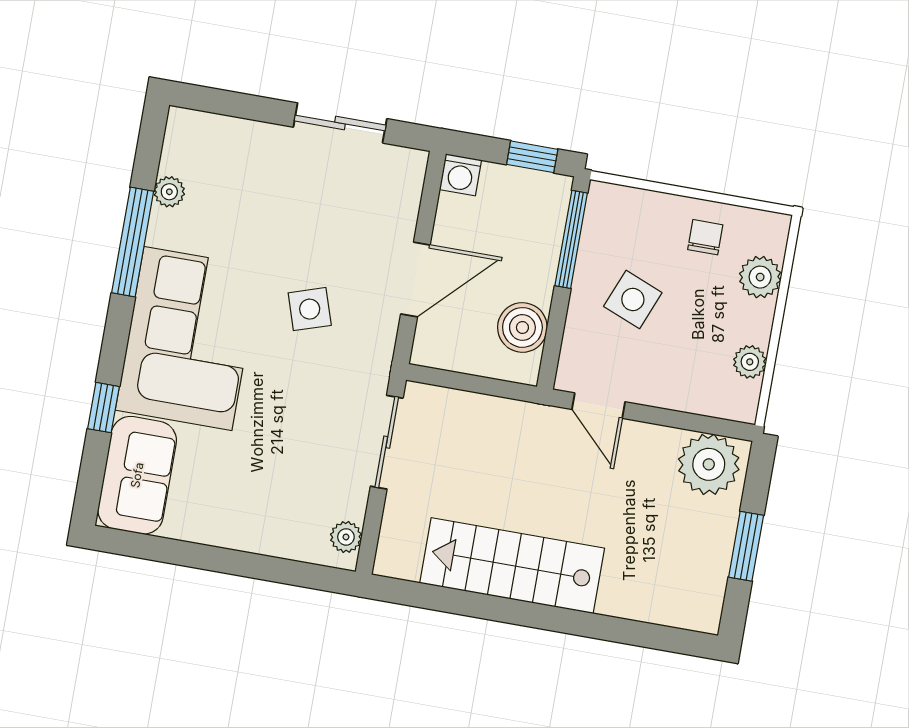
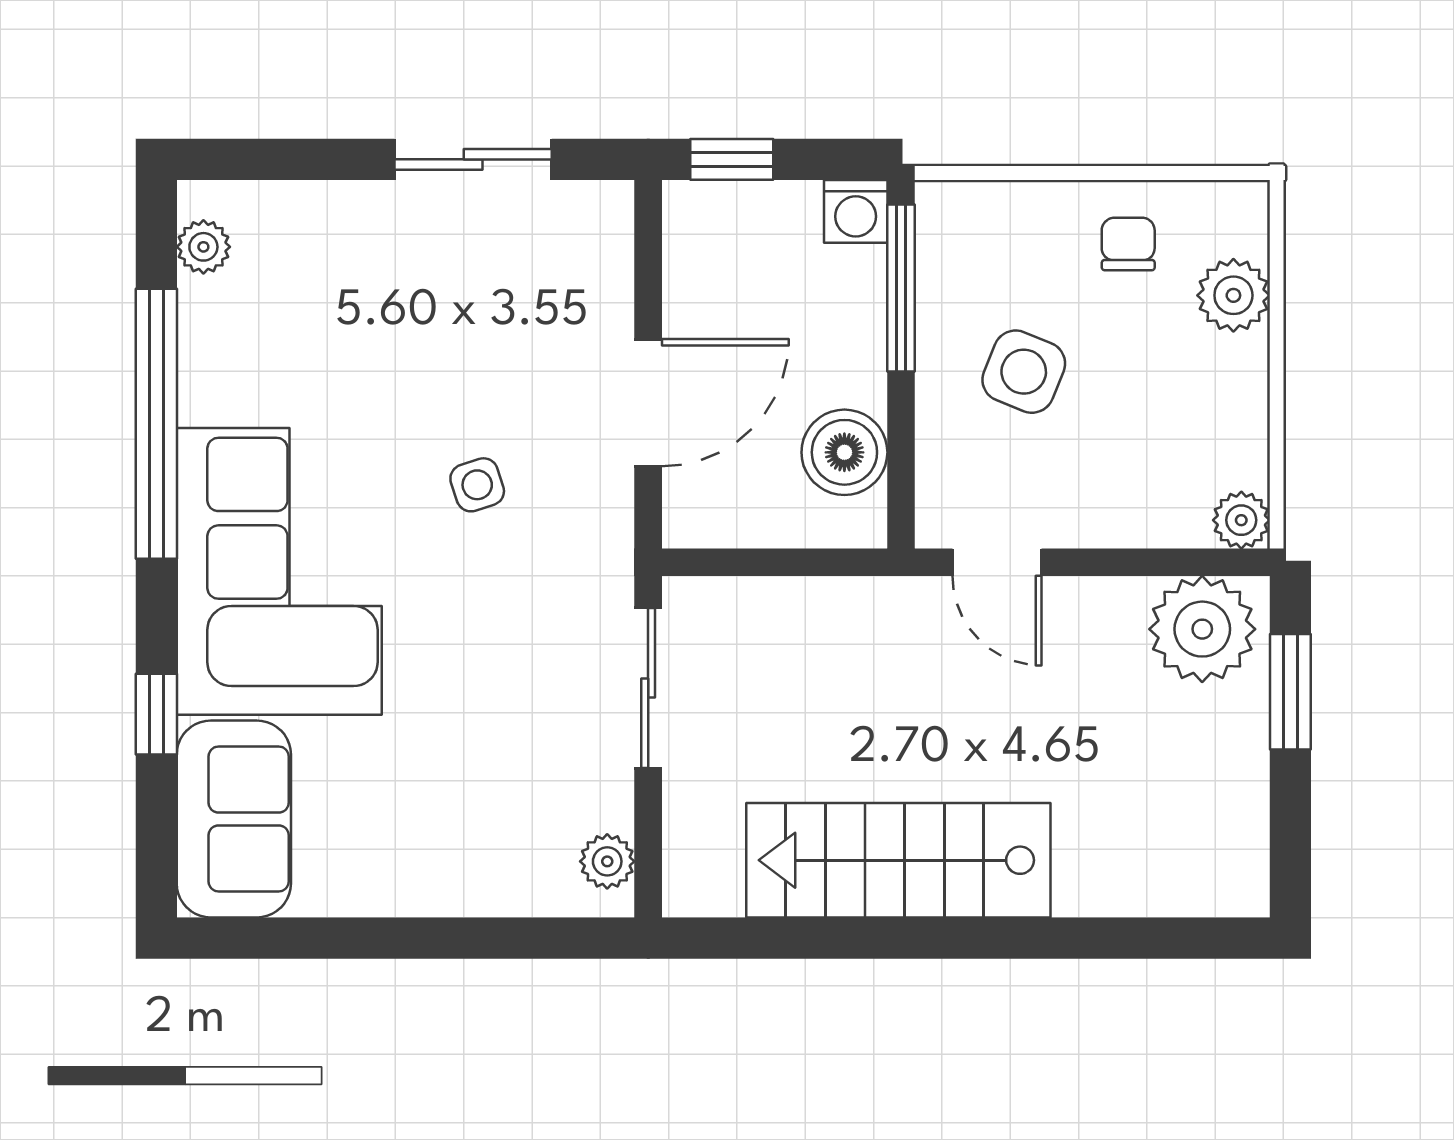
window: (532, 157) -> (732, 159), moved
washing machine: (460, 175) -> (856, 211), moved
plant: (169, 192) -> (203, 247), moved
window: (133, 242) -> (156, 424), width x1.46
side table: (310, 309) -> (477, 485), width x0.73, depth x0.73
plant: (750, 362) -> (1241, 520), moved
window: (746, 546) -> (1290, 692), moved

